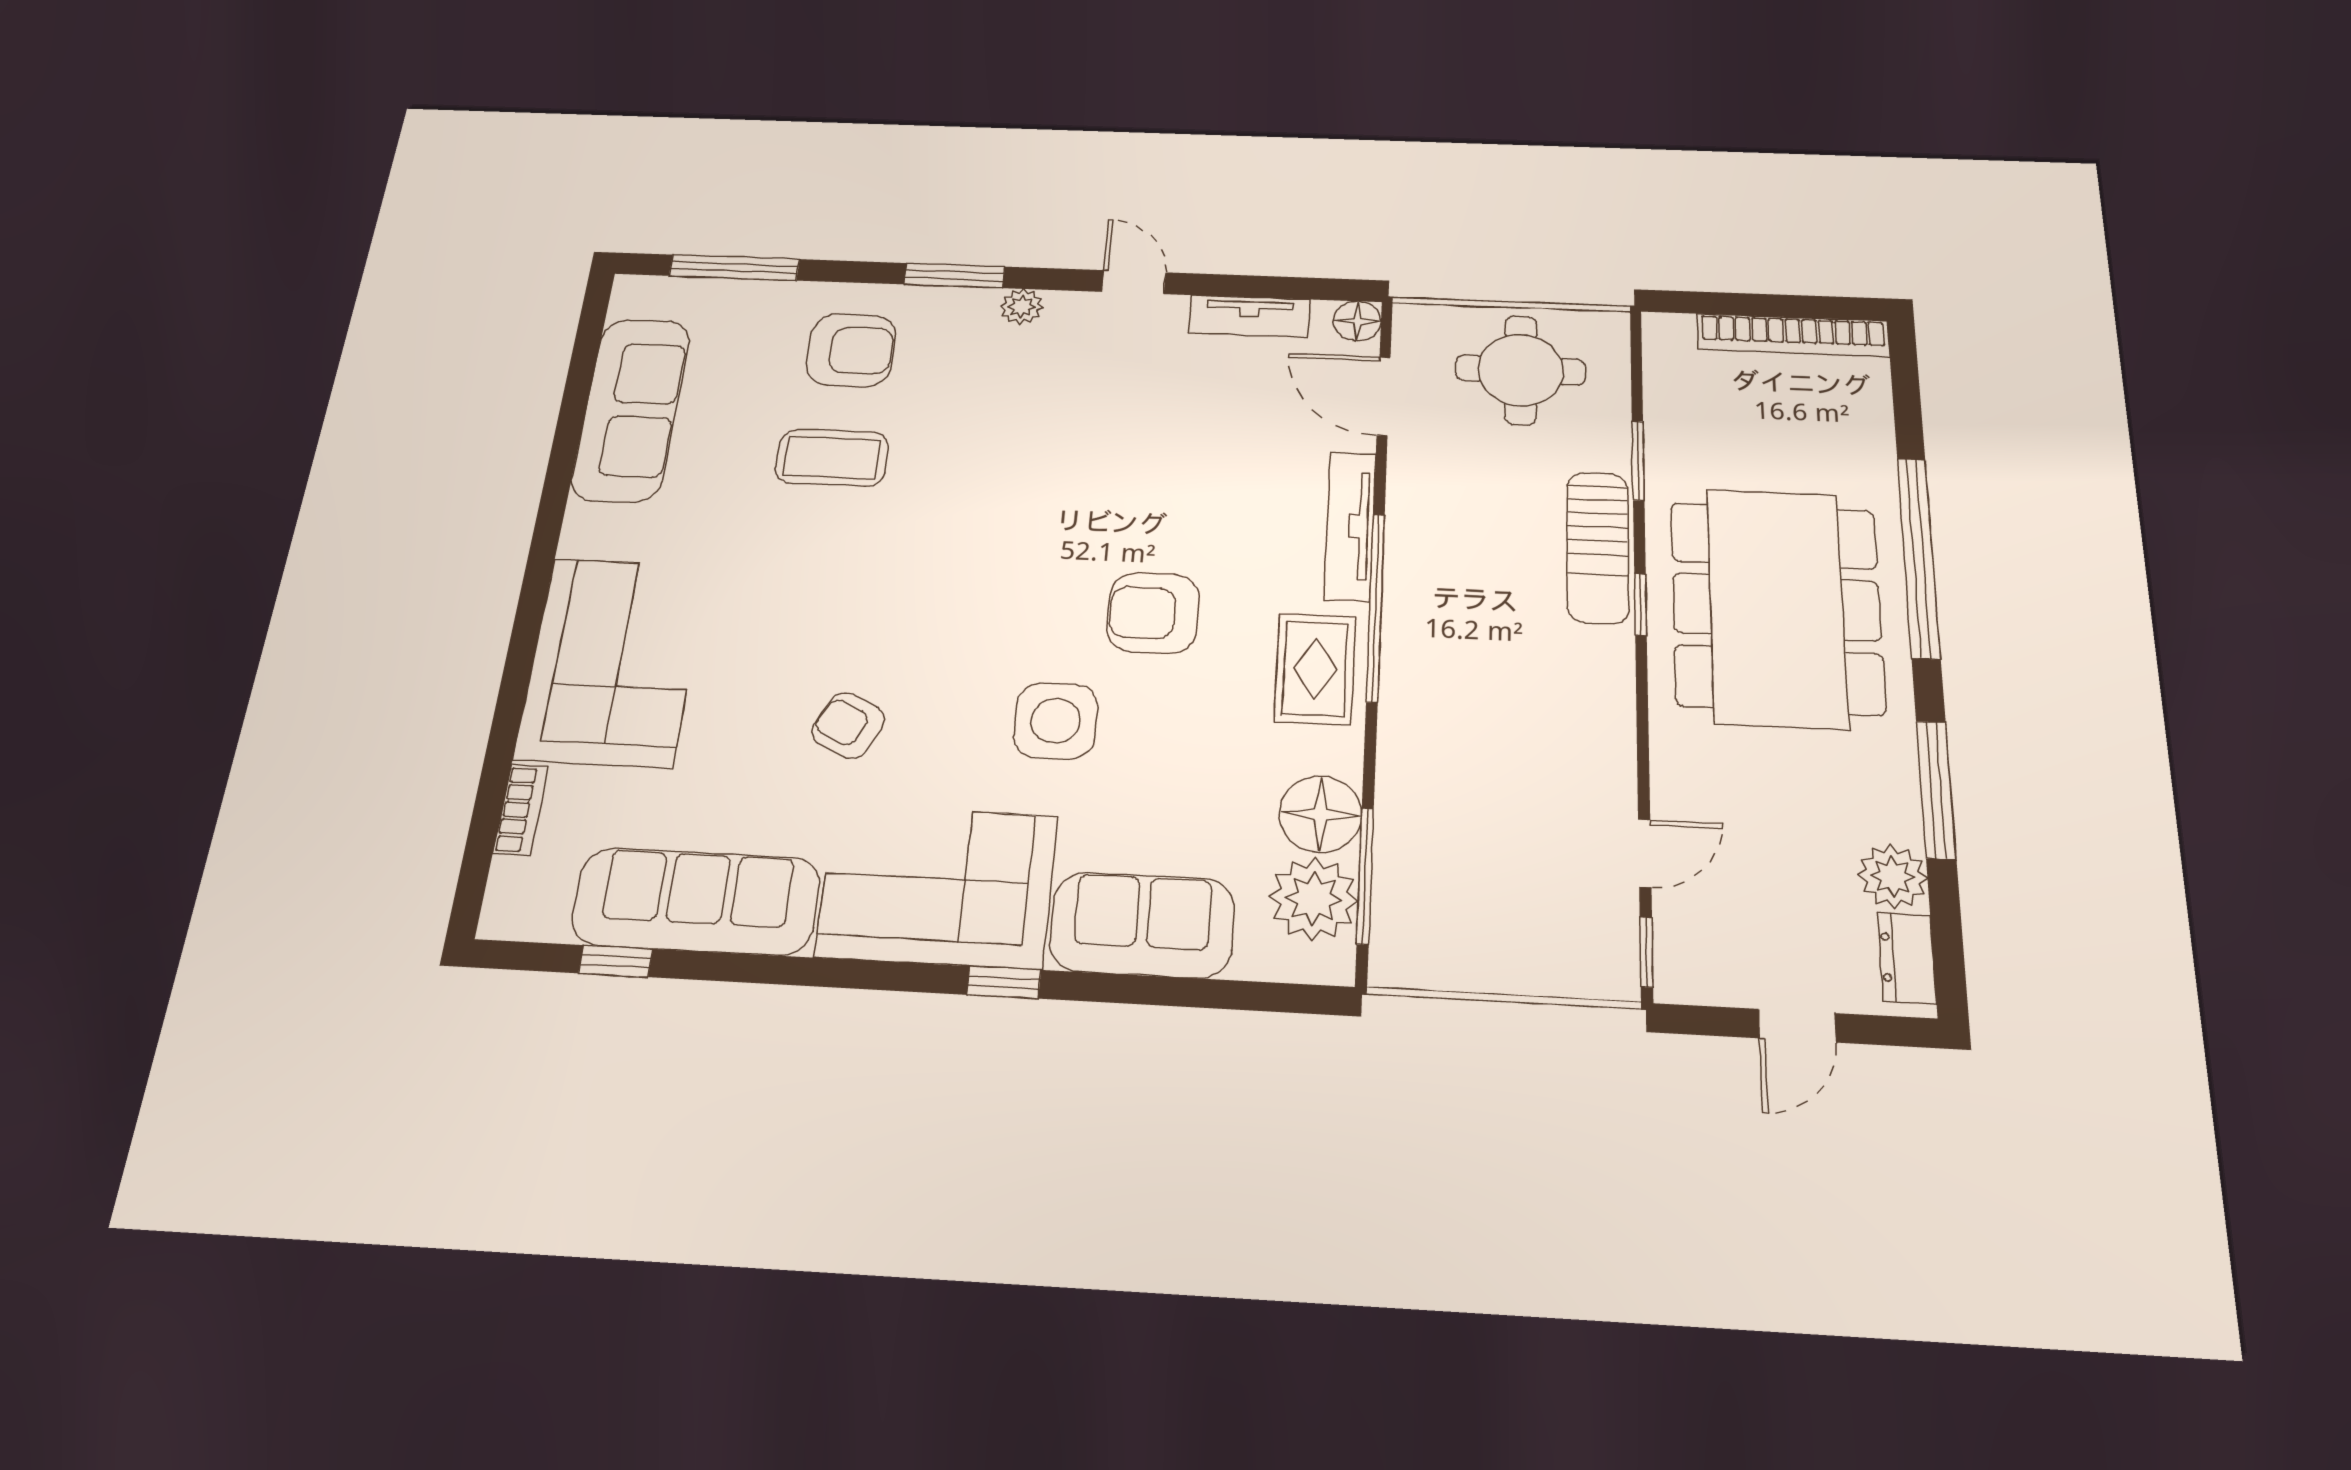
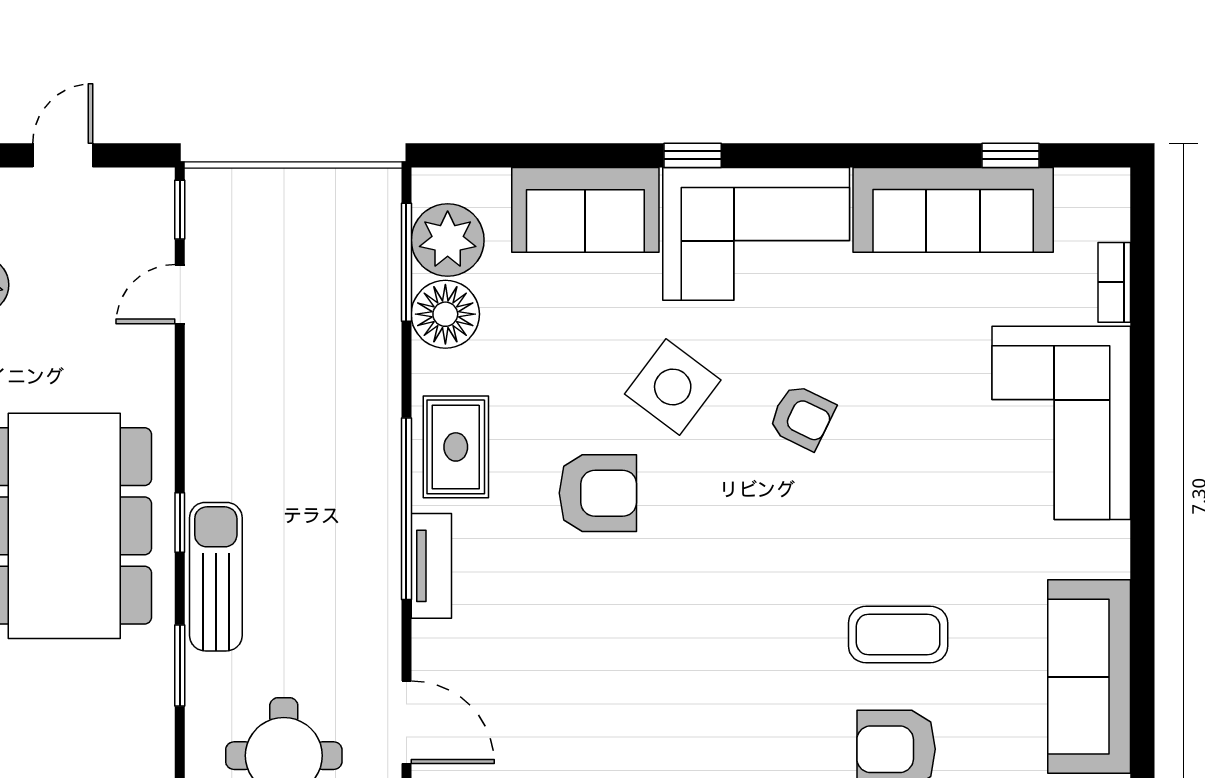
tv unit: (1350, 526) -> (431, 566), width x0.71
side table: (1056, 721) -> (673, 387), turned 37
armchair: (848, 726) -> (802, 417), moved

